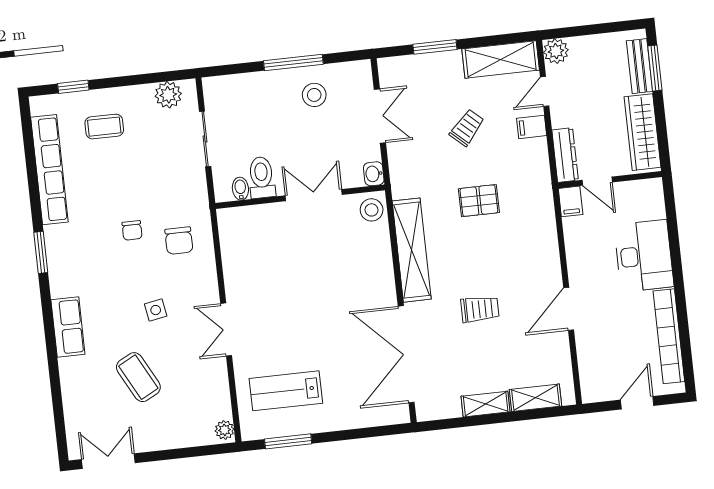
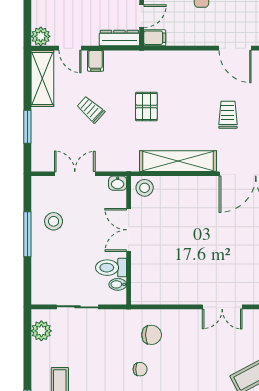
side table: (156, 310) -> (202, 358), removed

